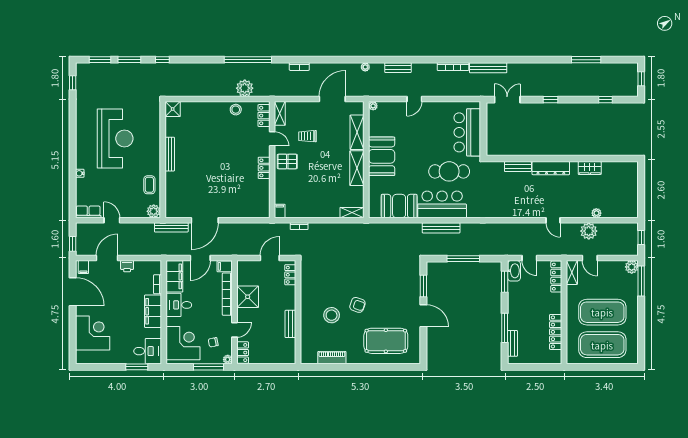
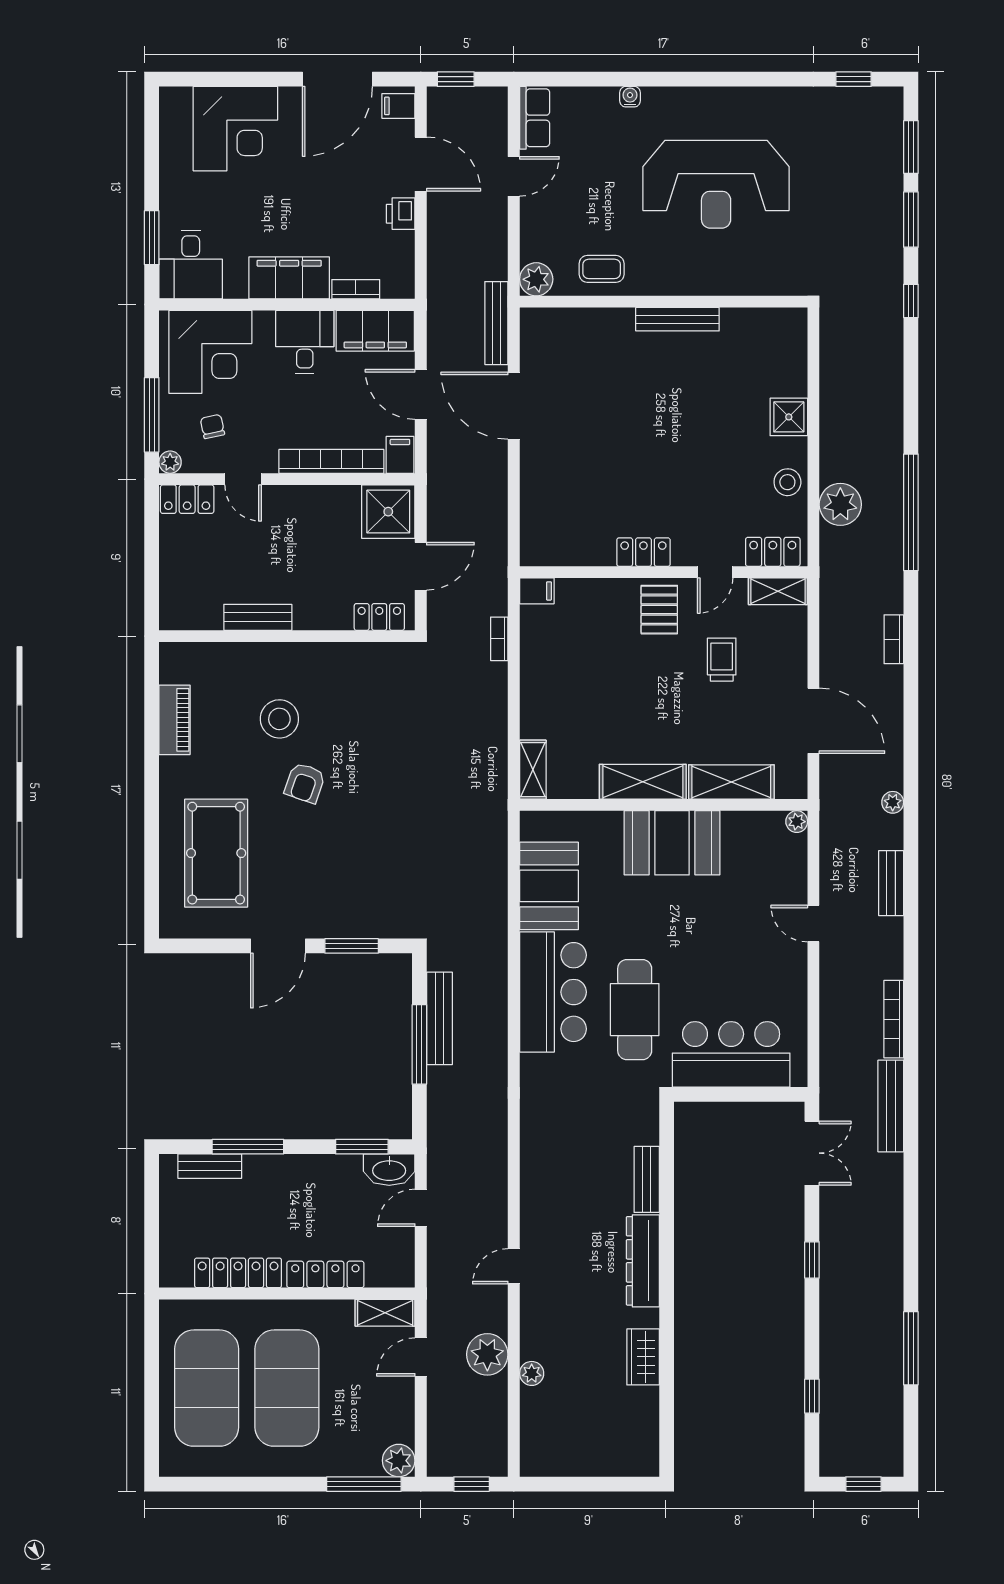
shower: (173, 109) -> (789, 417), moved
bench: (441, 228) -> (439, 1018), moved
door: (270, 258) -> (421, 566), hinge flipped
locker: (556, 277) -> (325, 1274), moved
shower: (248, 297) -> (388, 512), moved

